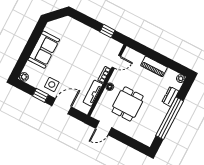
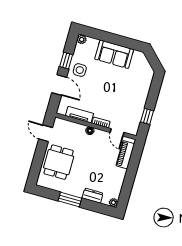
piano: (154, 66) -> (125, 155), moved
dining table: (128, 104) -> (59, 162), moved, turned 90
window: (170, 118) -> (70, 200), width x0.47

